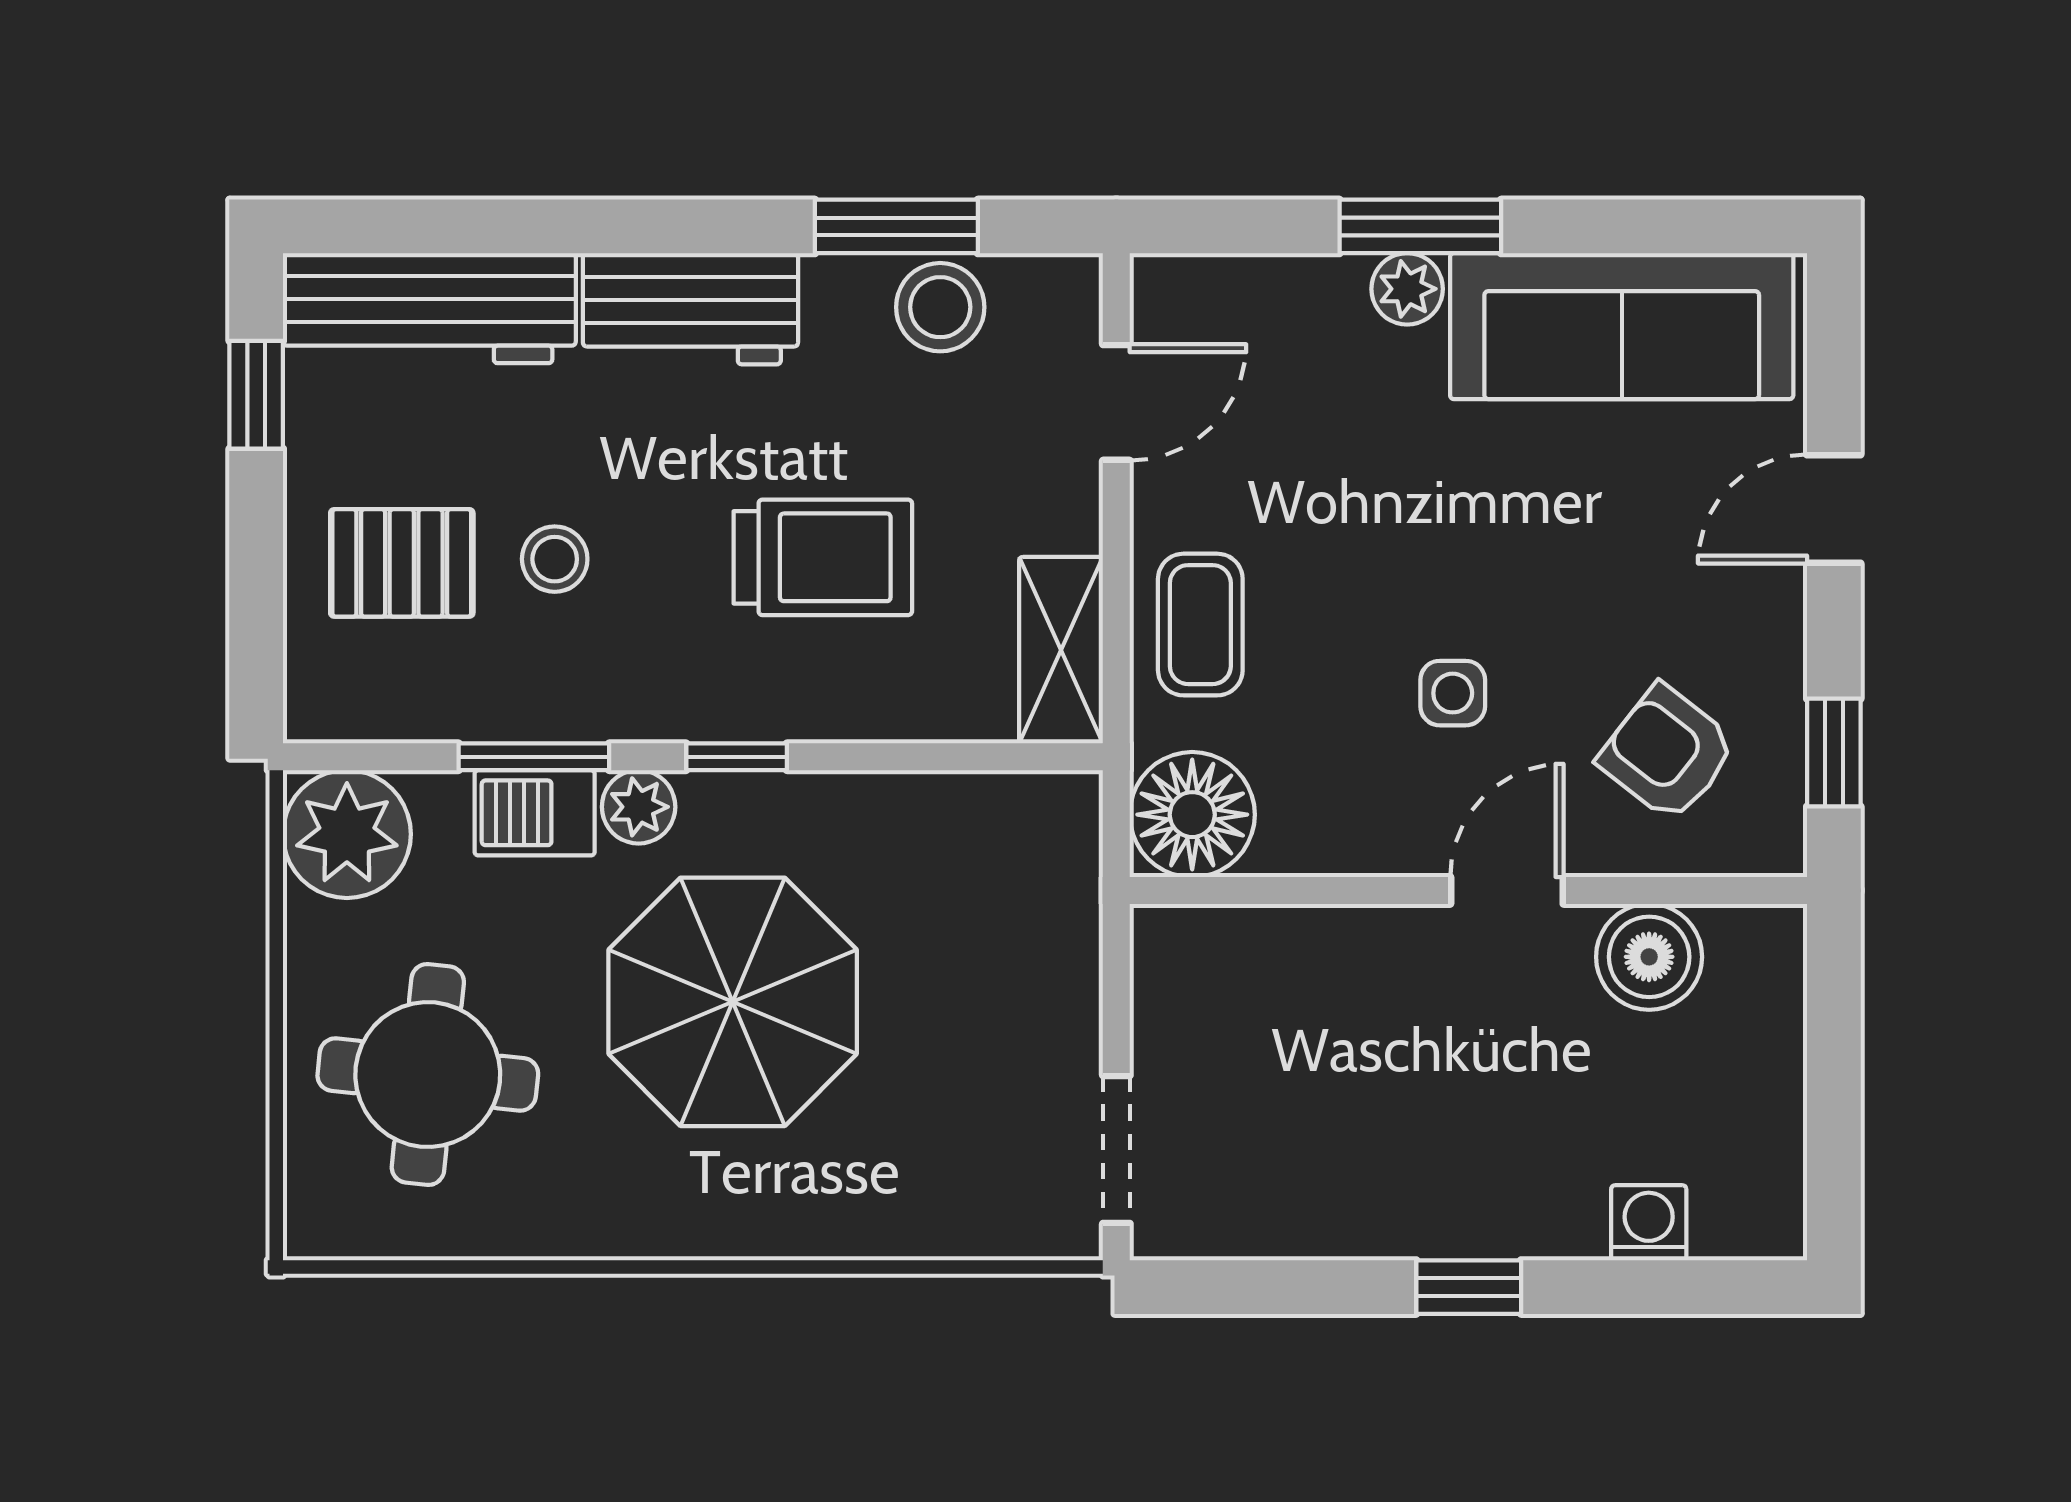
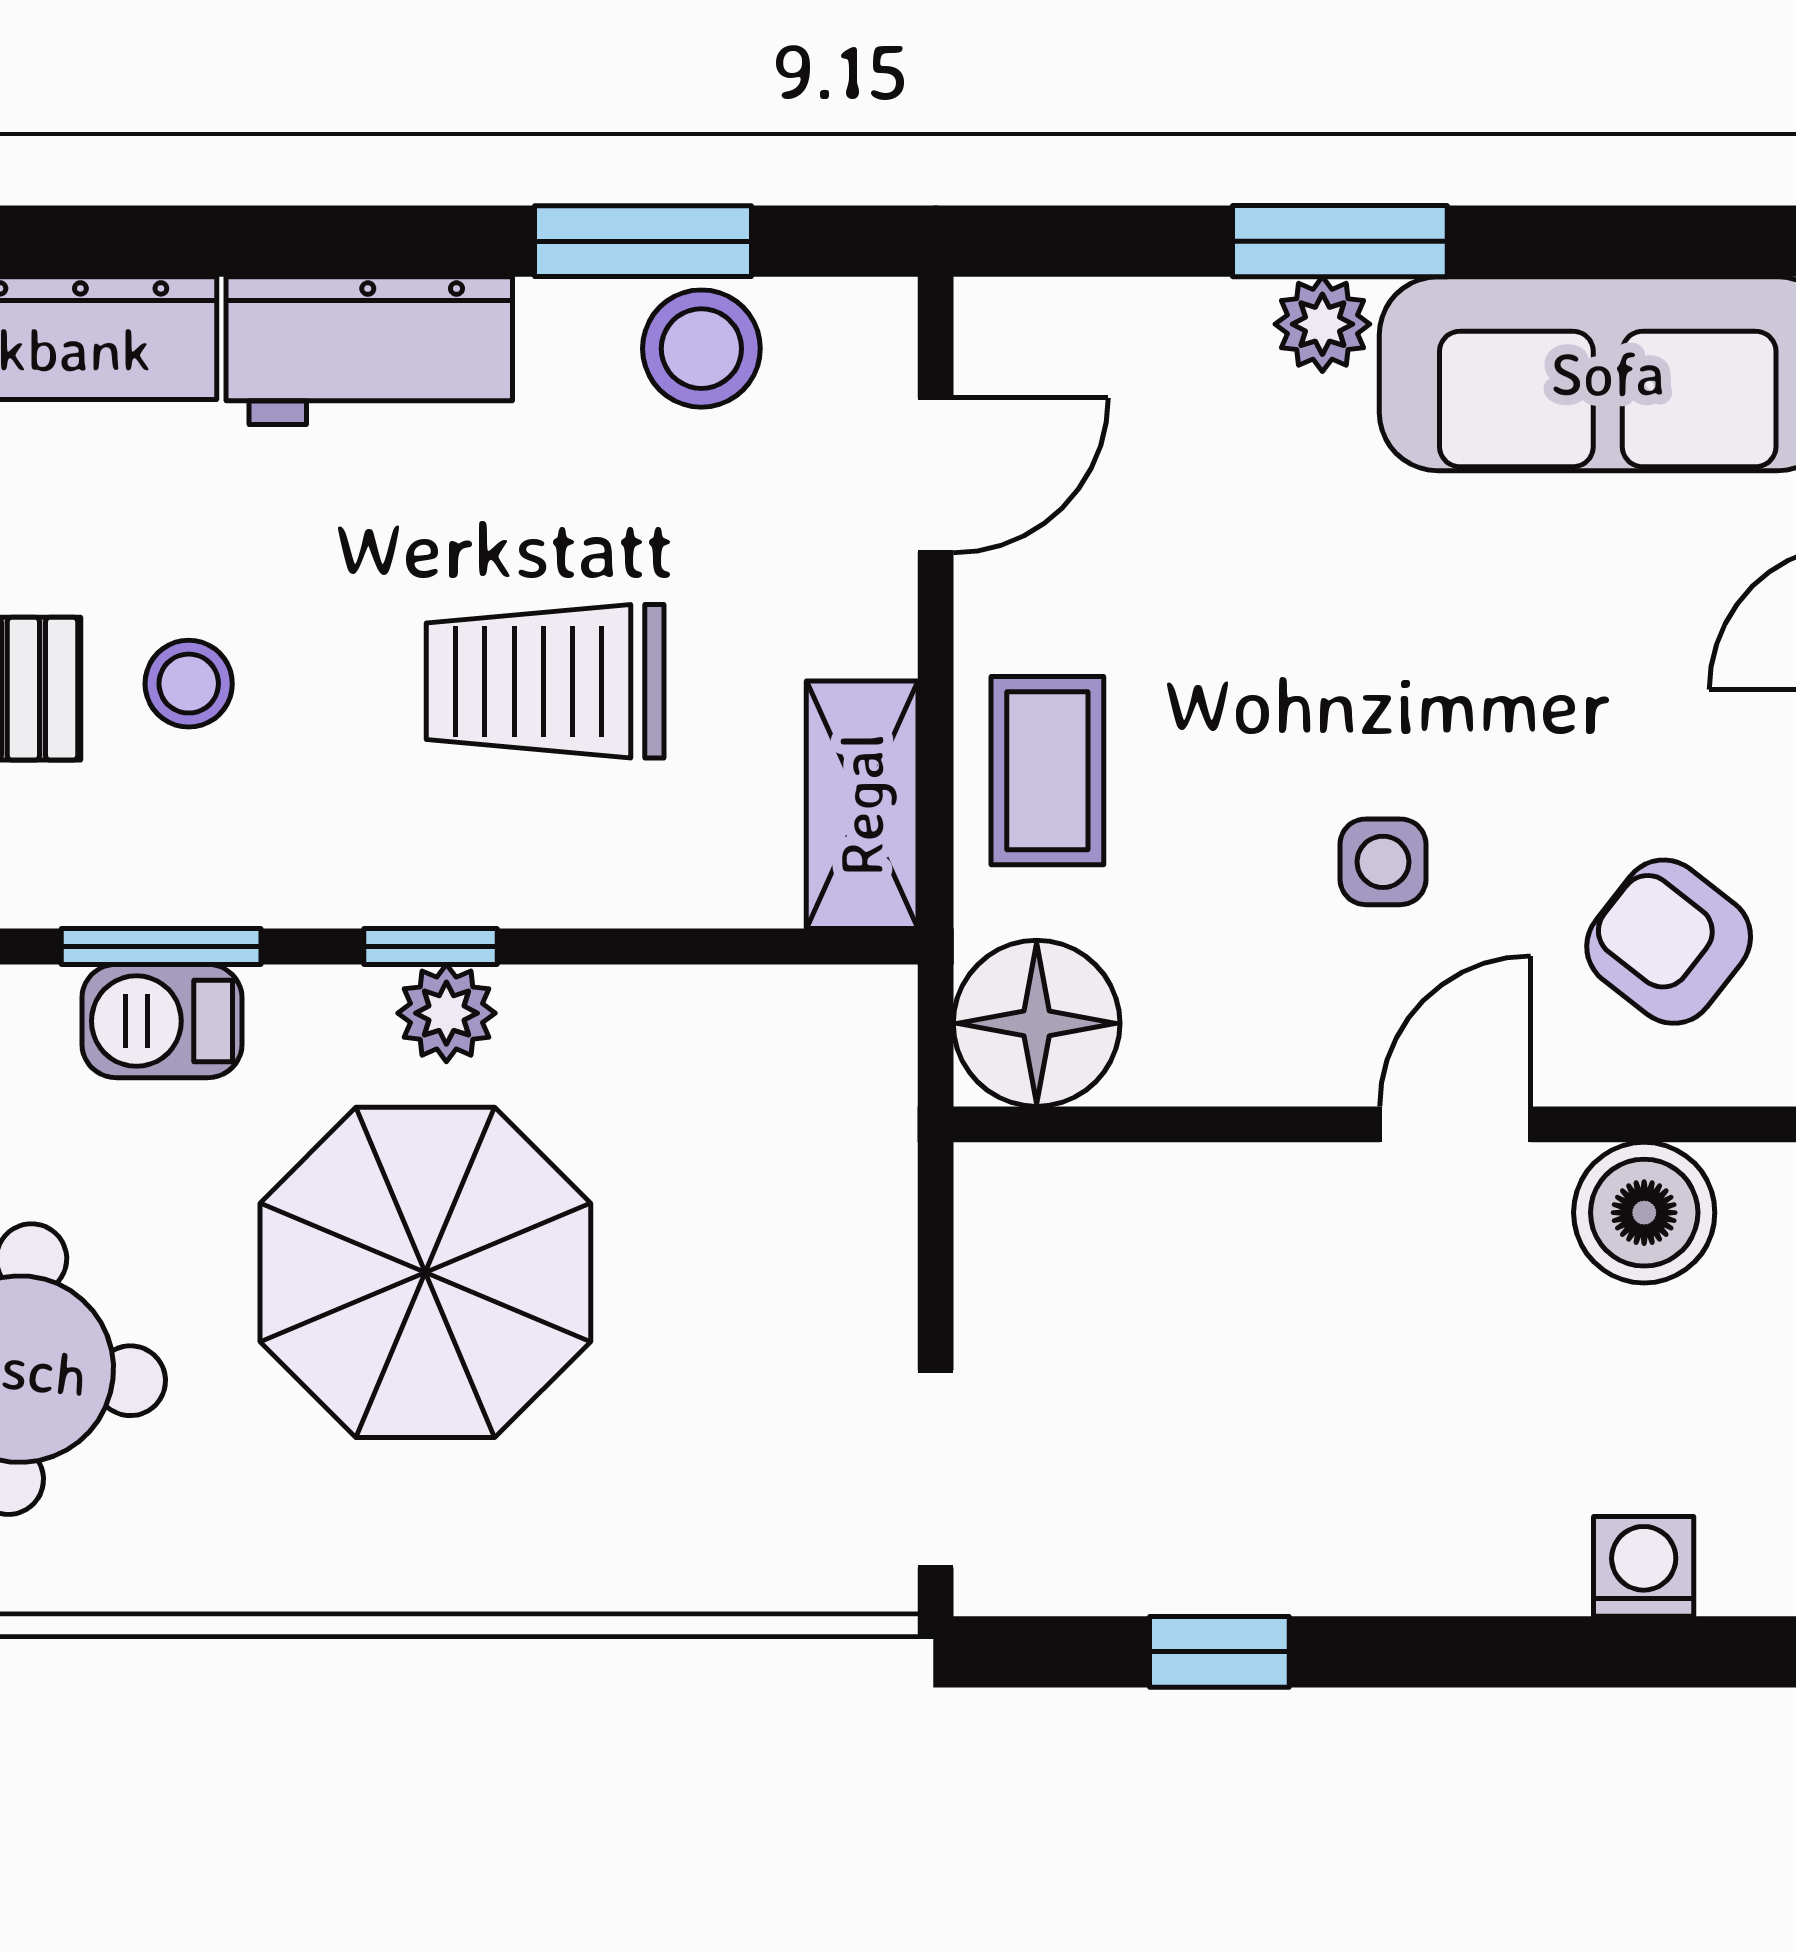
trolley: (823, 557) -> (545, 681), turned 180
plant: (639, 807) -> (446, 1013), moved
window: (1469, 1287) -> (1219, 1652), moved

